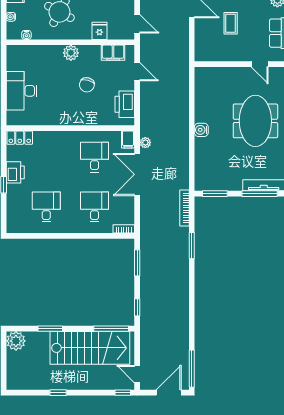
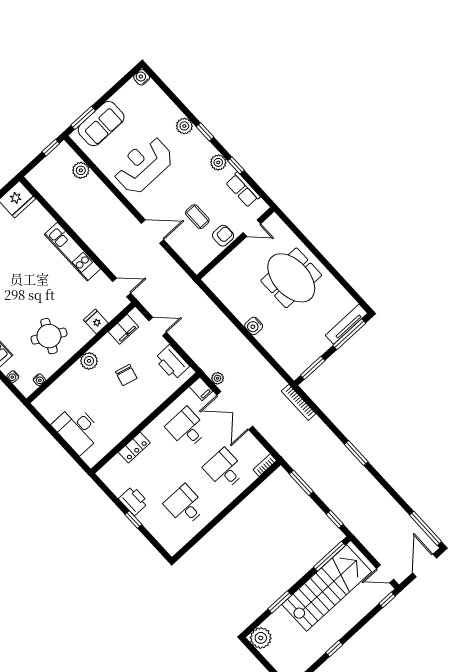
armchair: (236, 51) -> (223, 236), added
locker: (20, 138) -> (134, 448), moved
window: (192, 246) -> (356, 453), moved

